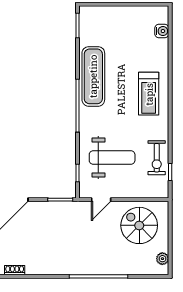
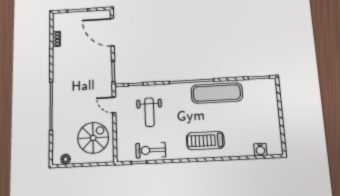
weight bench: (112, 158) -> (149, 112), width x0.73, depth x0.75

